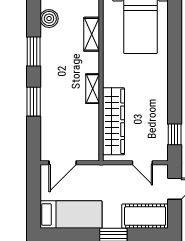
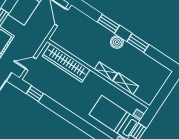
boiler: (49, 19) -> (117, 42), moved
shelving: (93, 89) -> (106, 71), moved

